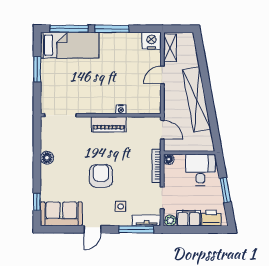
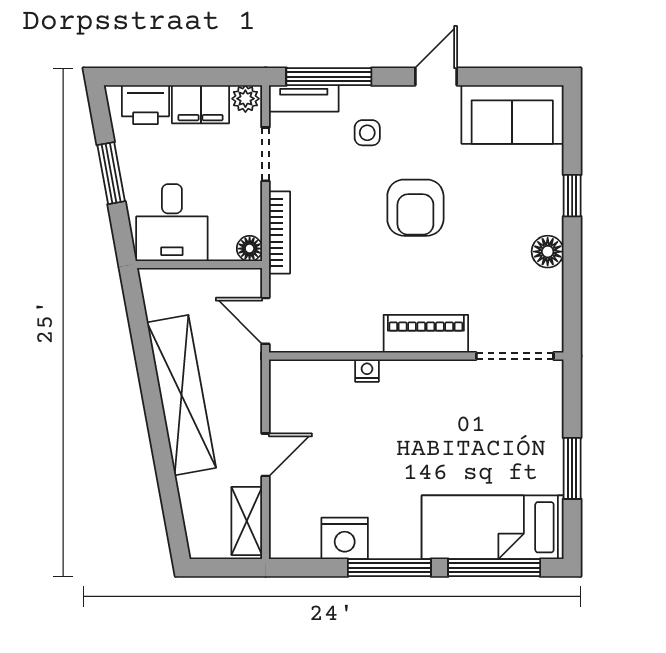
nightstand: (152, 41) -> (345, 538), moved
piano: (109, 124) -> (426, 334), moved
window: (37, 202) -> (572, 196), moved

